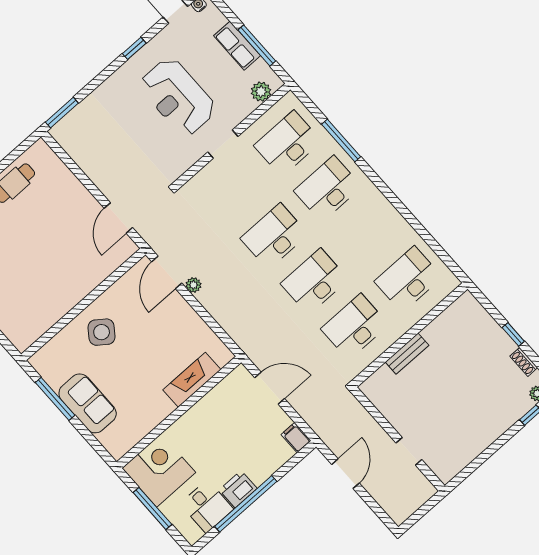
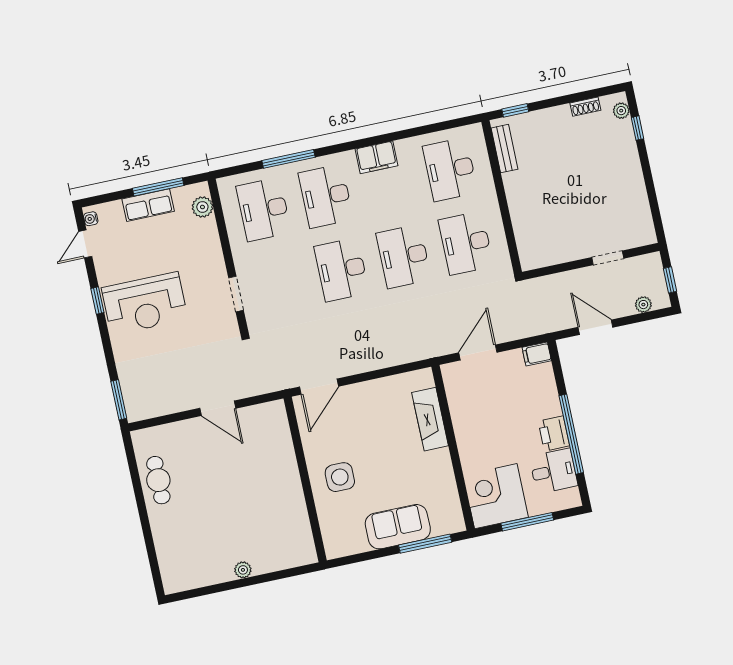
reception desk: (178, 97) -> (145, 303), moved
doorway: (223, 144) -> (236, 294), moved
filing cabinet: (384, 213) -> (376, 157), added
door: (118, 218) -> (218, 408), moved
door: (167, 272) -> (319, 387), hinge flipped
plant: (193, 285) -> (643, 305), moved
side table: (102, 332) -> (340, 477), turned -36
window: (513, 334) -> (515, 110), moved
bench: (407, 354) -> (505, 149), moved
window: (55, 399) -> (425, 544), moved
window: (420, 513) -> (670, 280), added

